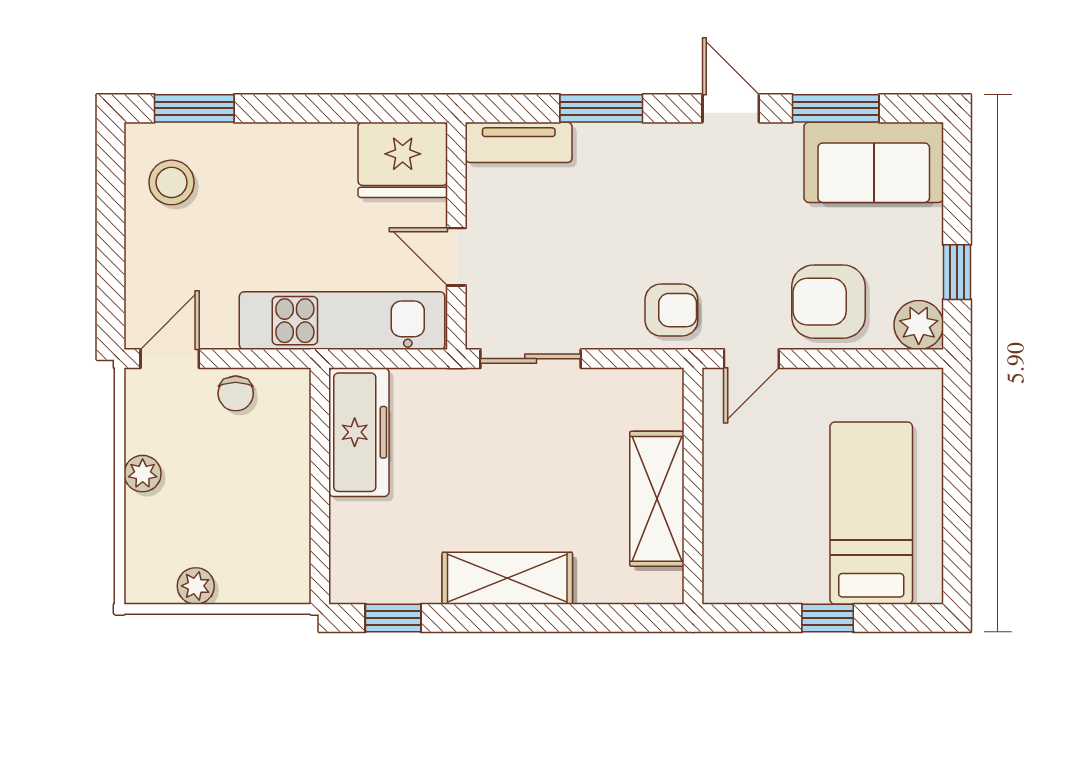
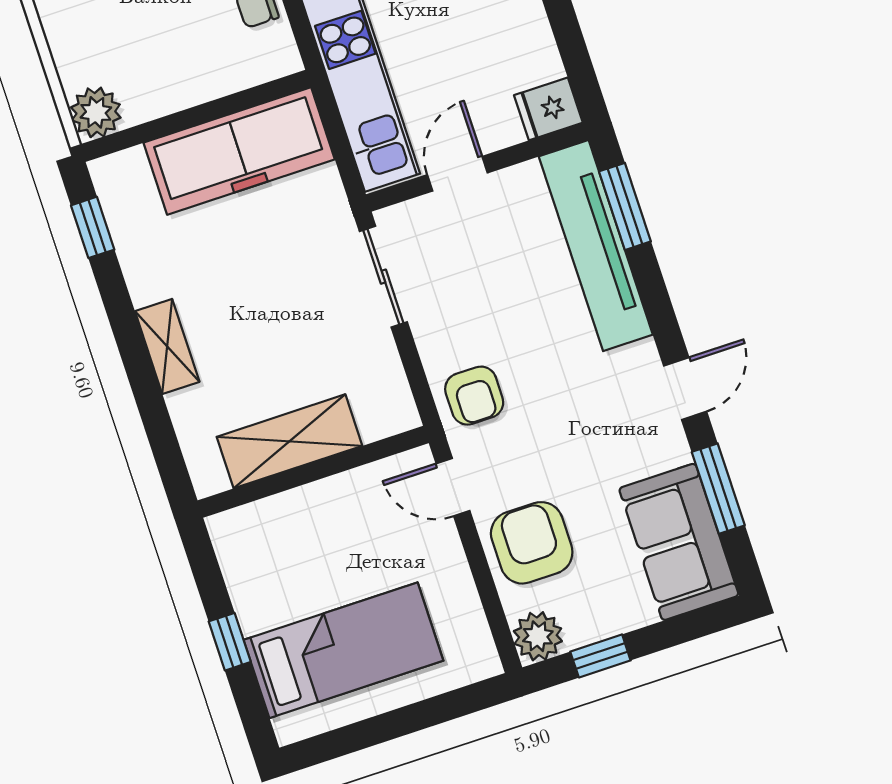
window: (601, 108) -> (625, 206), moved
tv unit: (519, 142) -> (596, 246), width x1.92, depth x1.29
fridge: (403, 160) -> (548, 109), width x0.53, depth x0.75
freezer: (359, 432) -> (239, 151), width x1.36, depth x1.26
shelving: (507, 578) -> (167, 346), width x0.67, depth x0.75
plant: (196, 586) -> (96, 112), moved, width x1.38, depth x1.38

